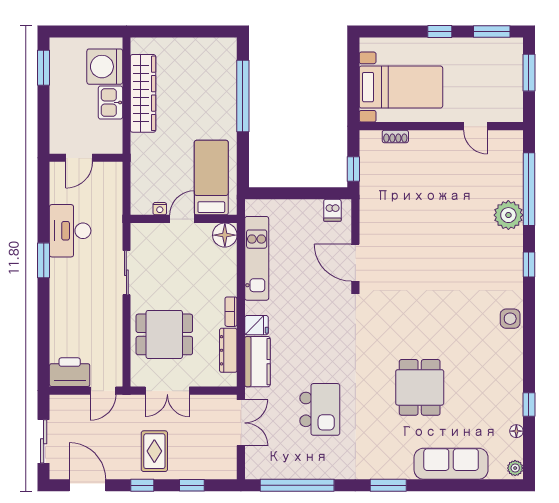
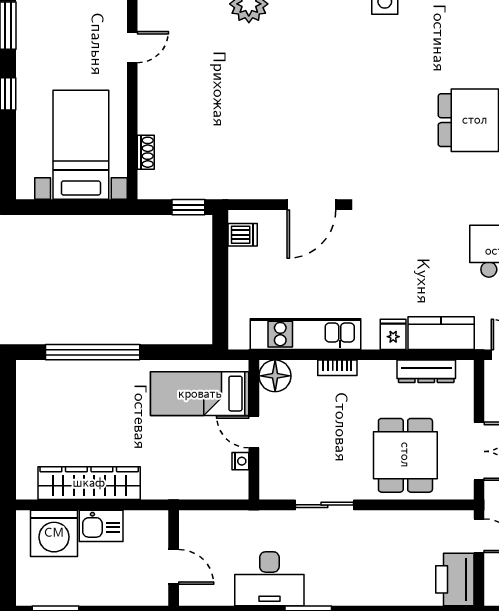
bookcase: (231, 312) -> (337, 368), moved

